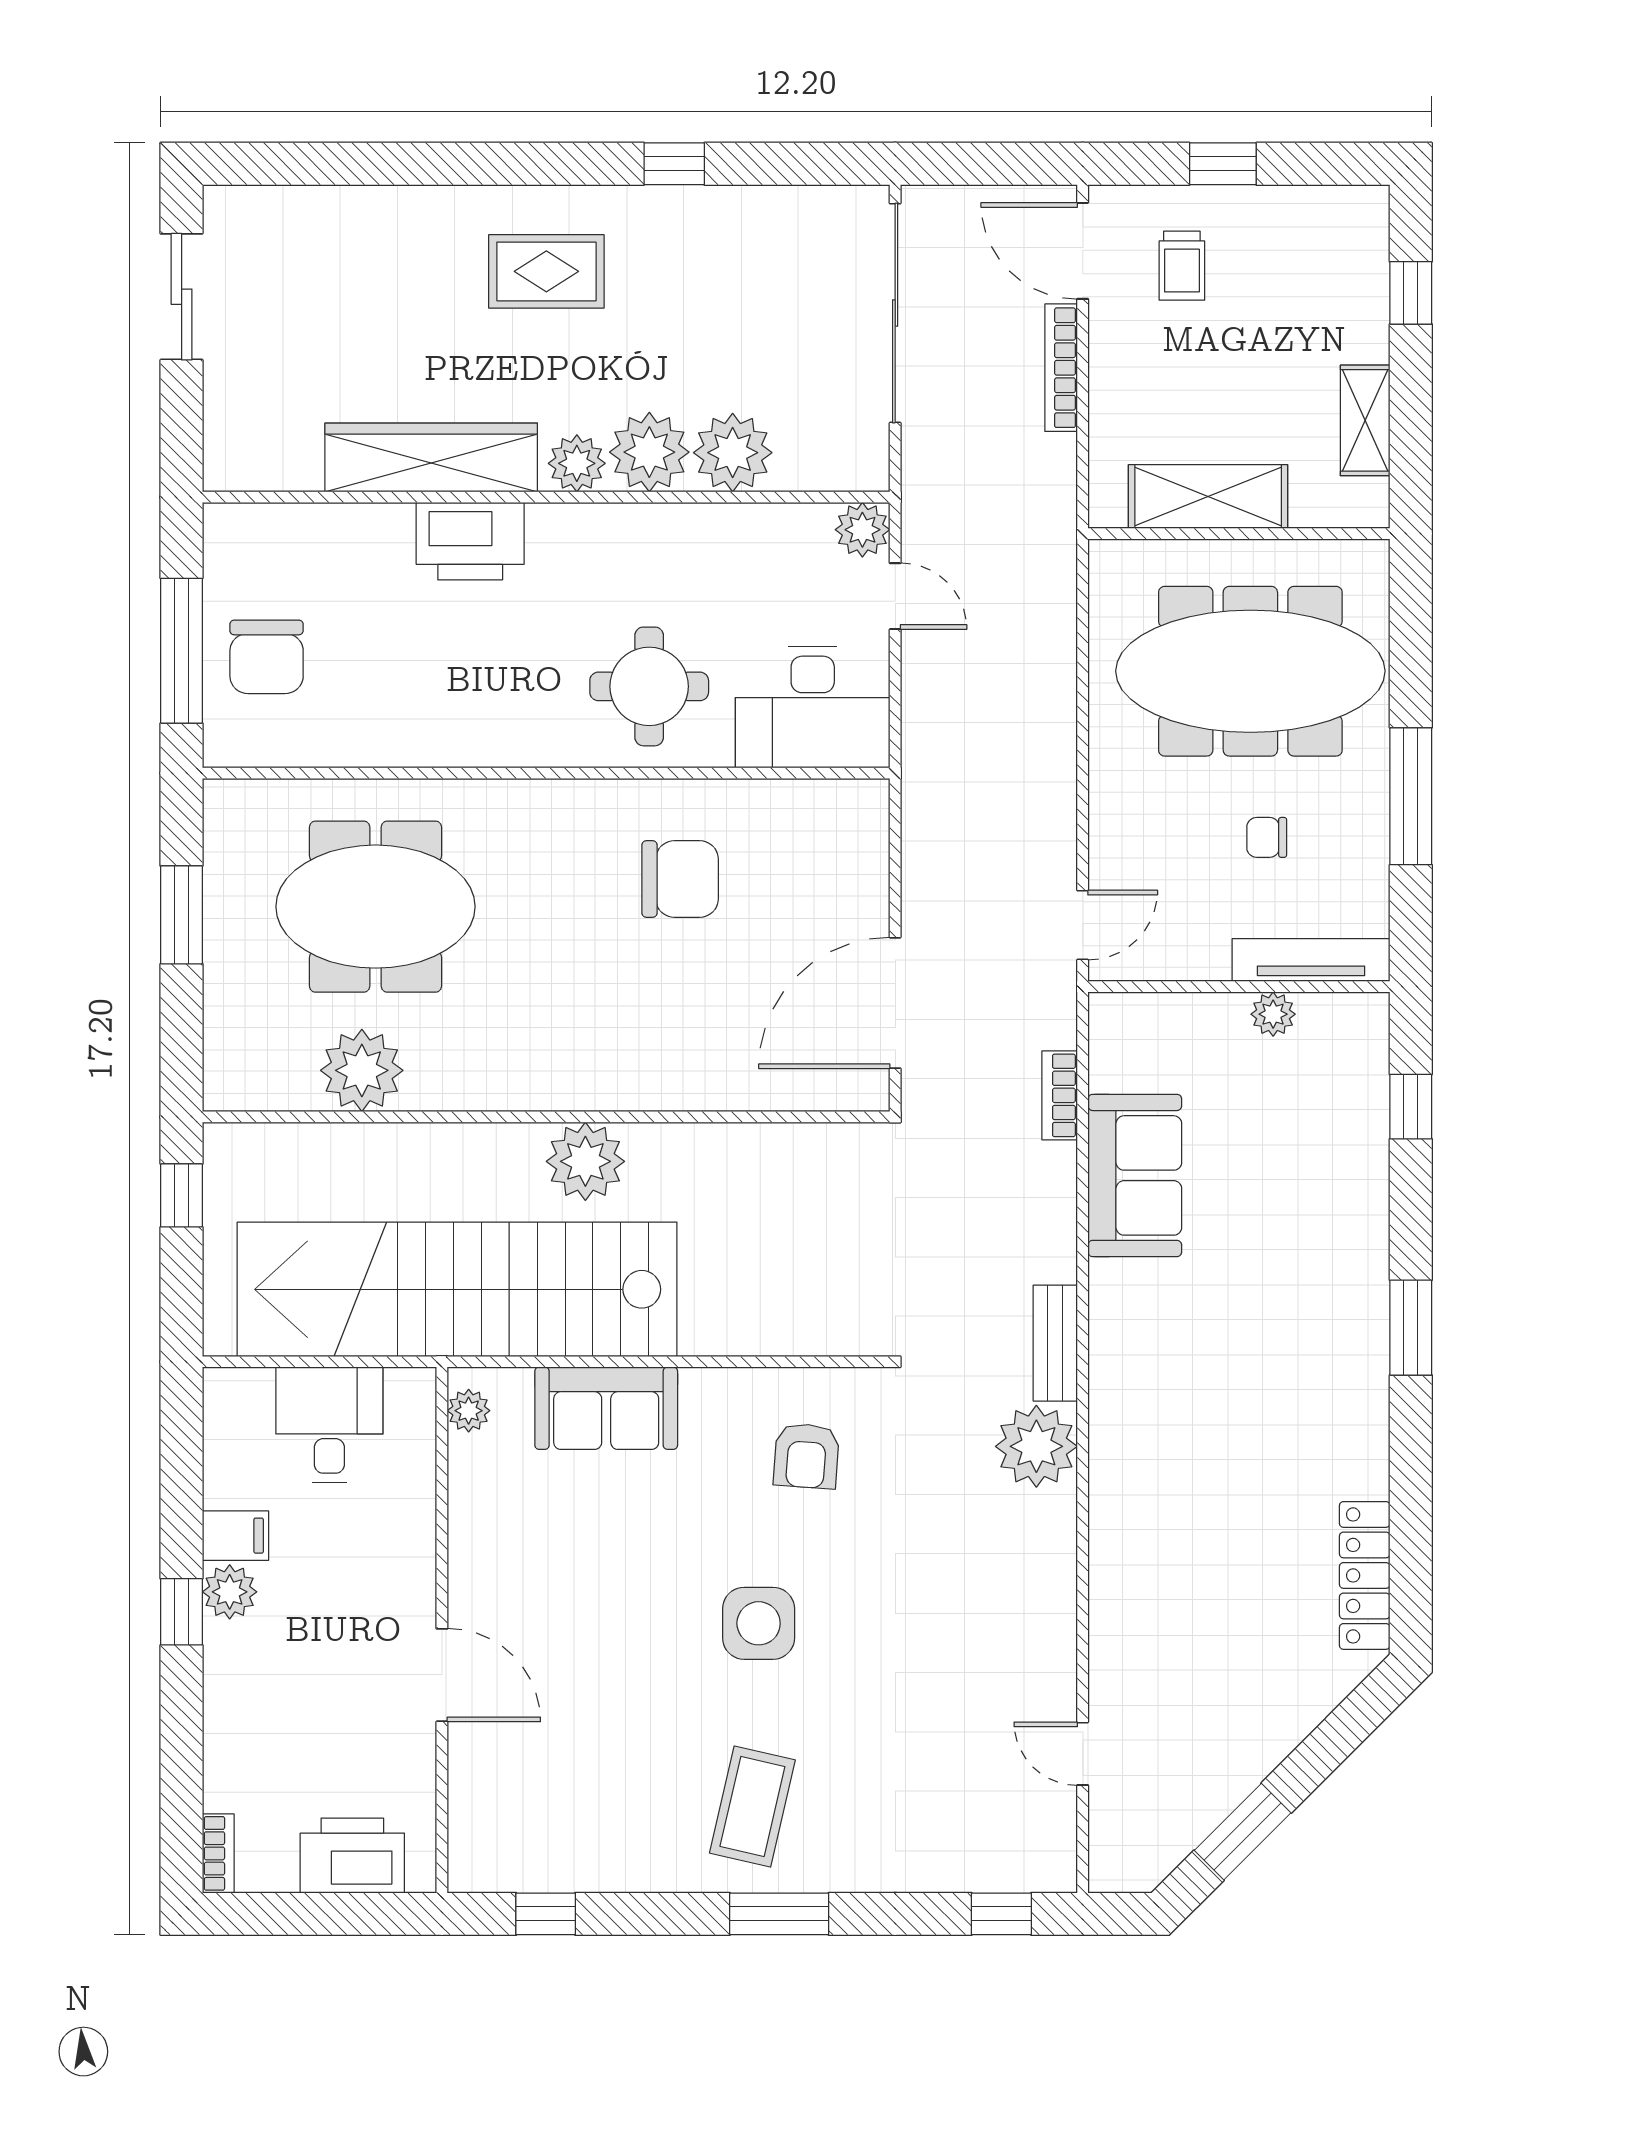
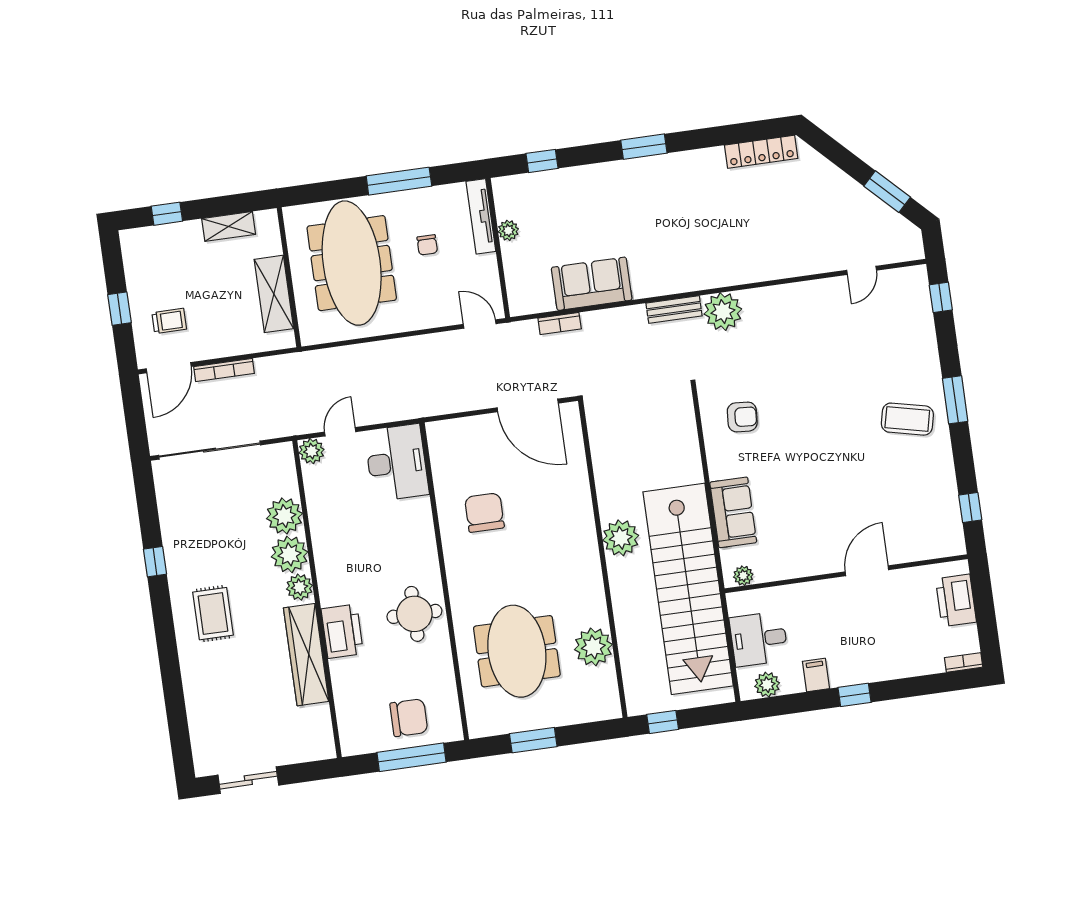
round table: (649, 686) -> (414, 614), moved
plant: (230, 1592) -> (767, 685), moved
side table: (759, 1623) -> (823, 428), removed

